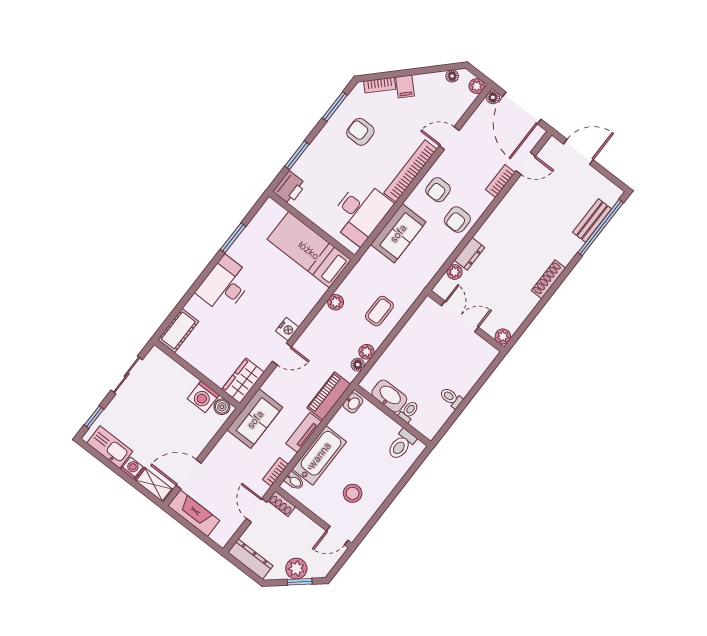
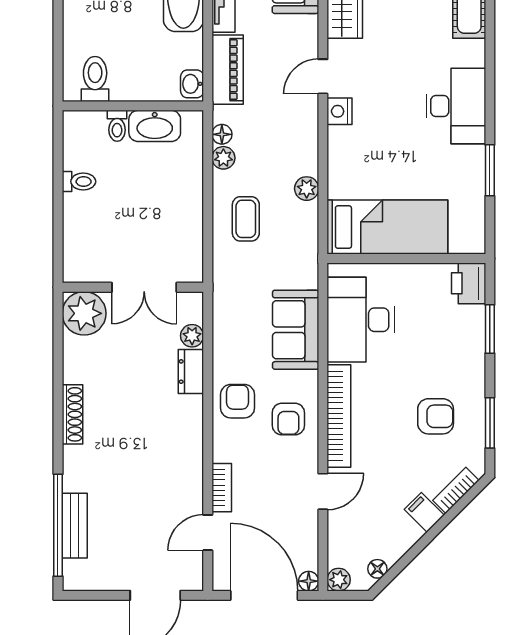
armchair: (438, 190) -> (288, 419), turned 180
plant: (503, 336) -> (84, 313), width x1.88, depth x1.88

